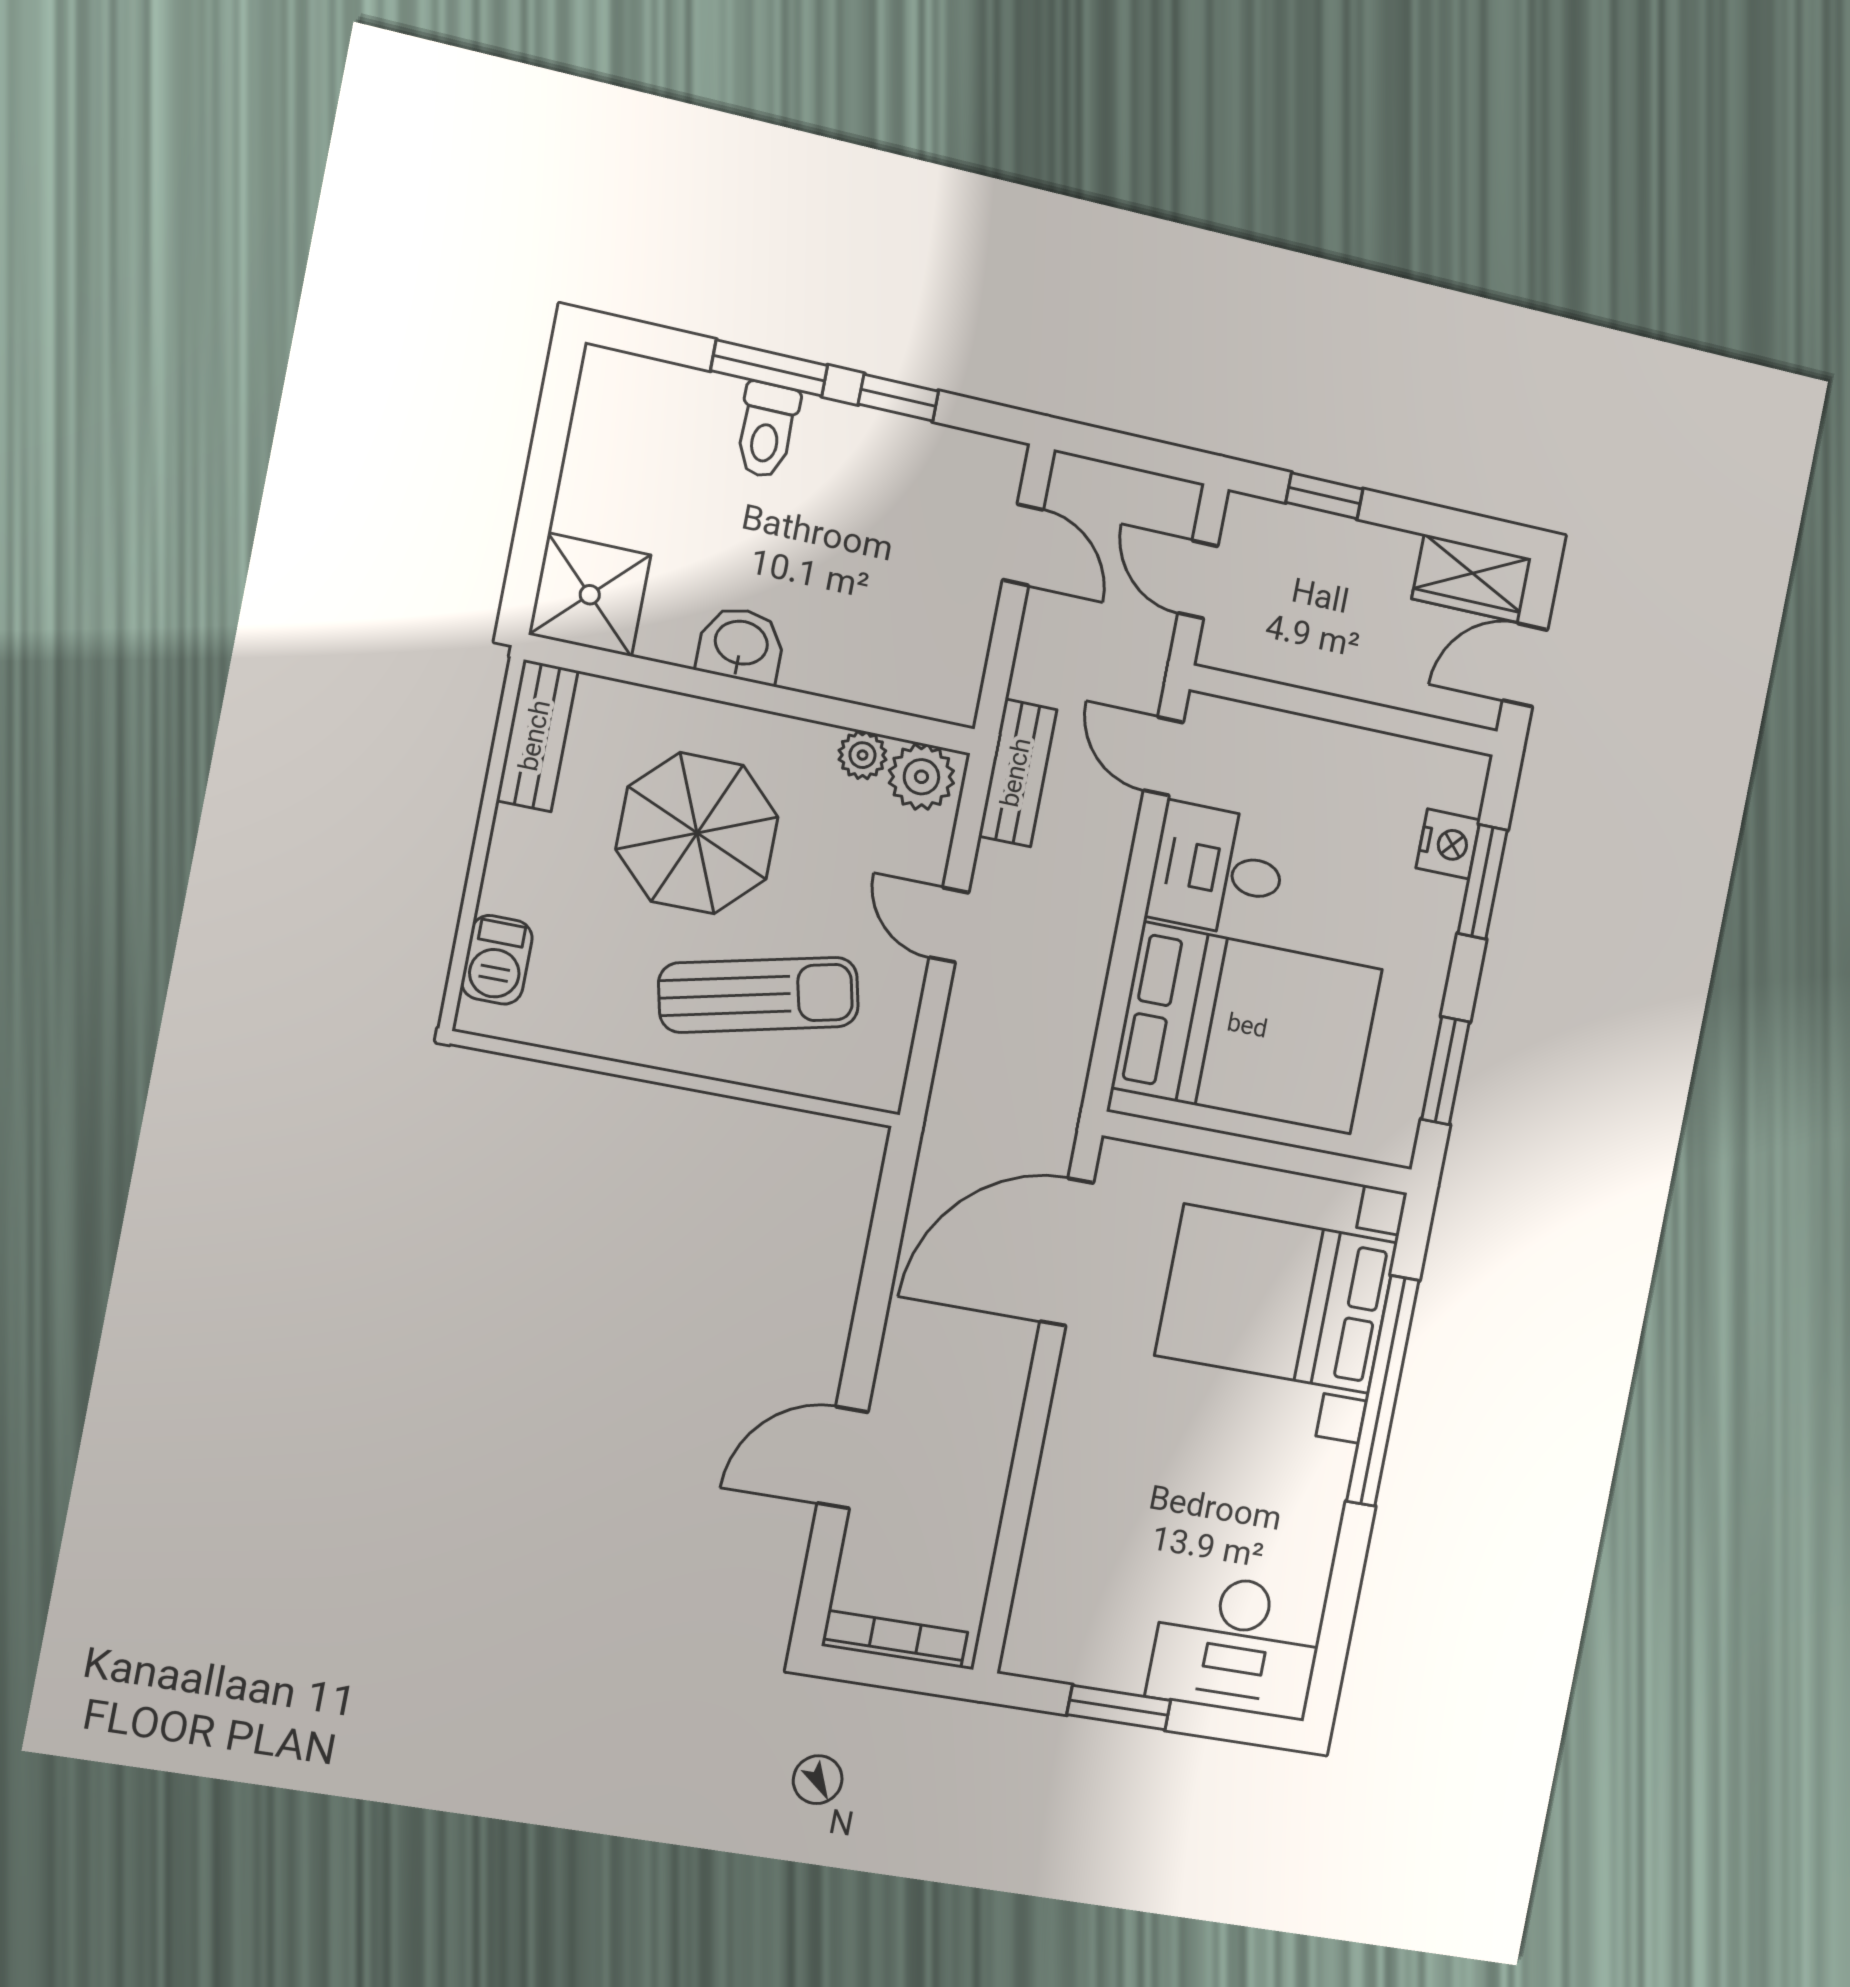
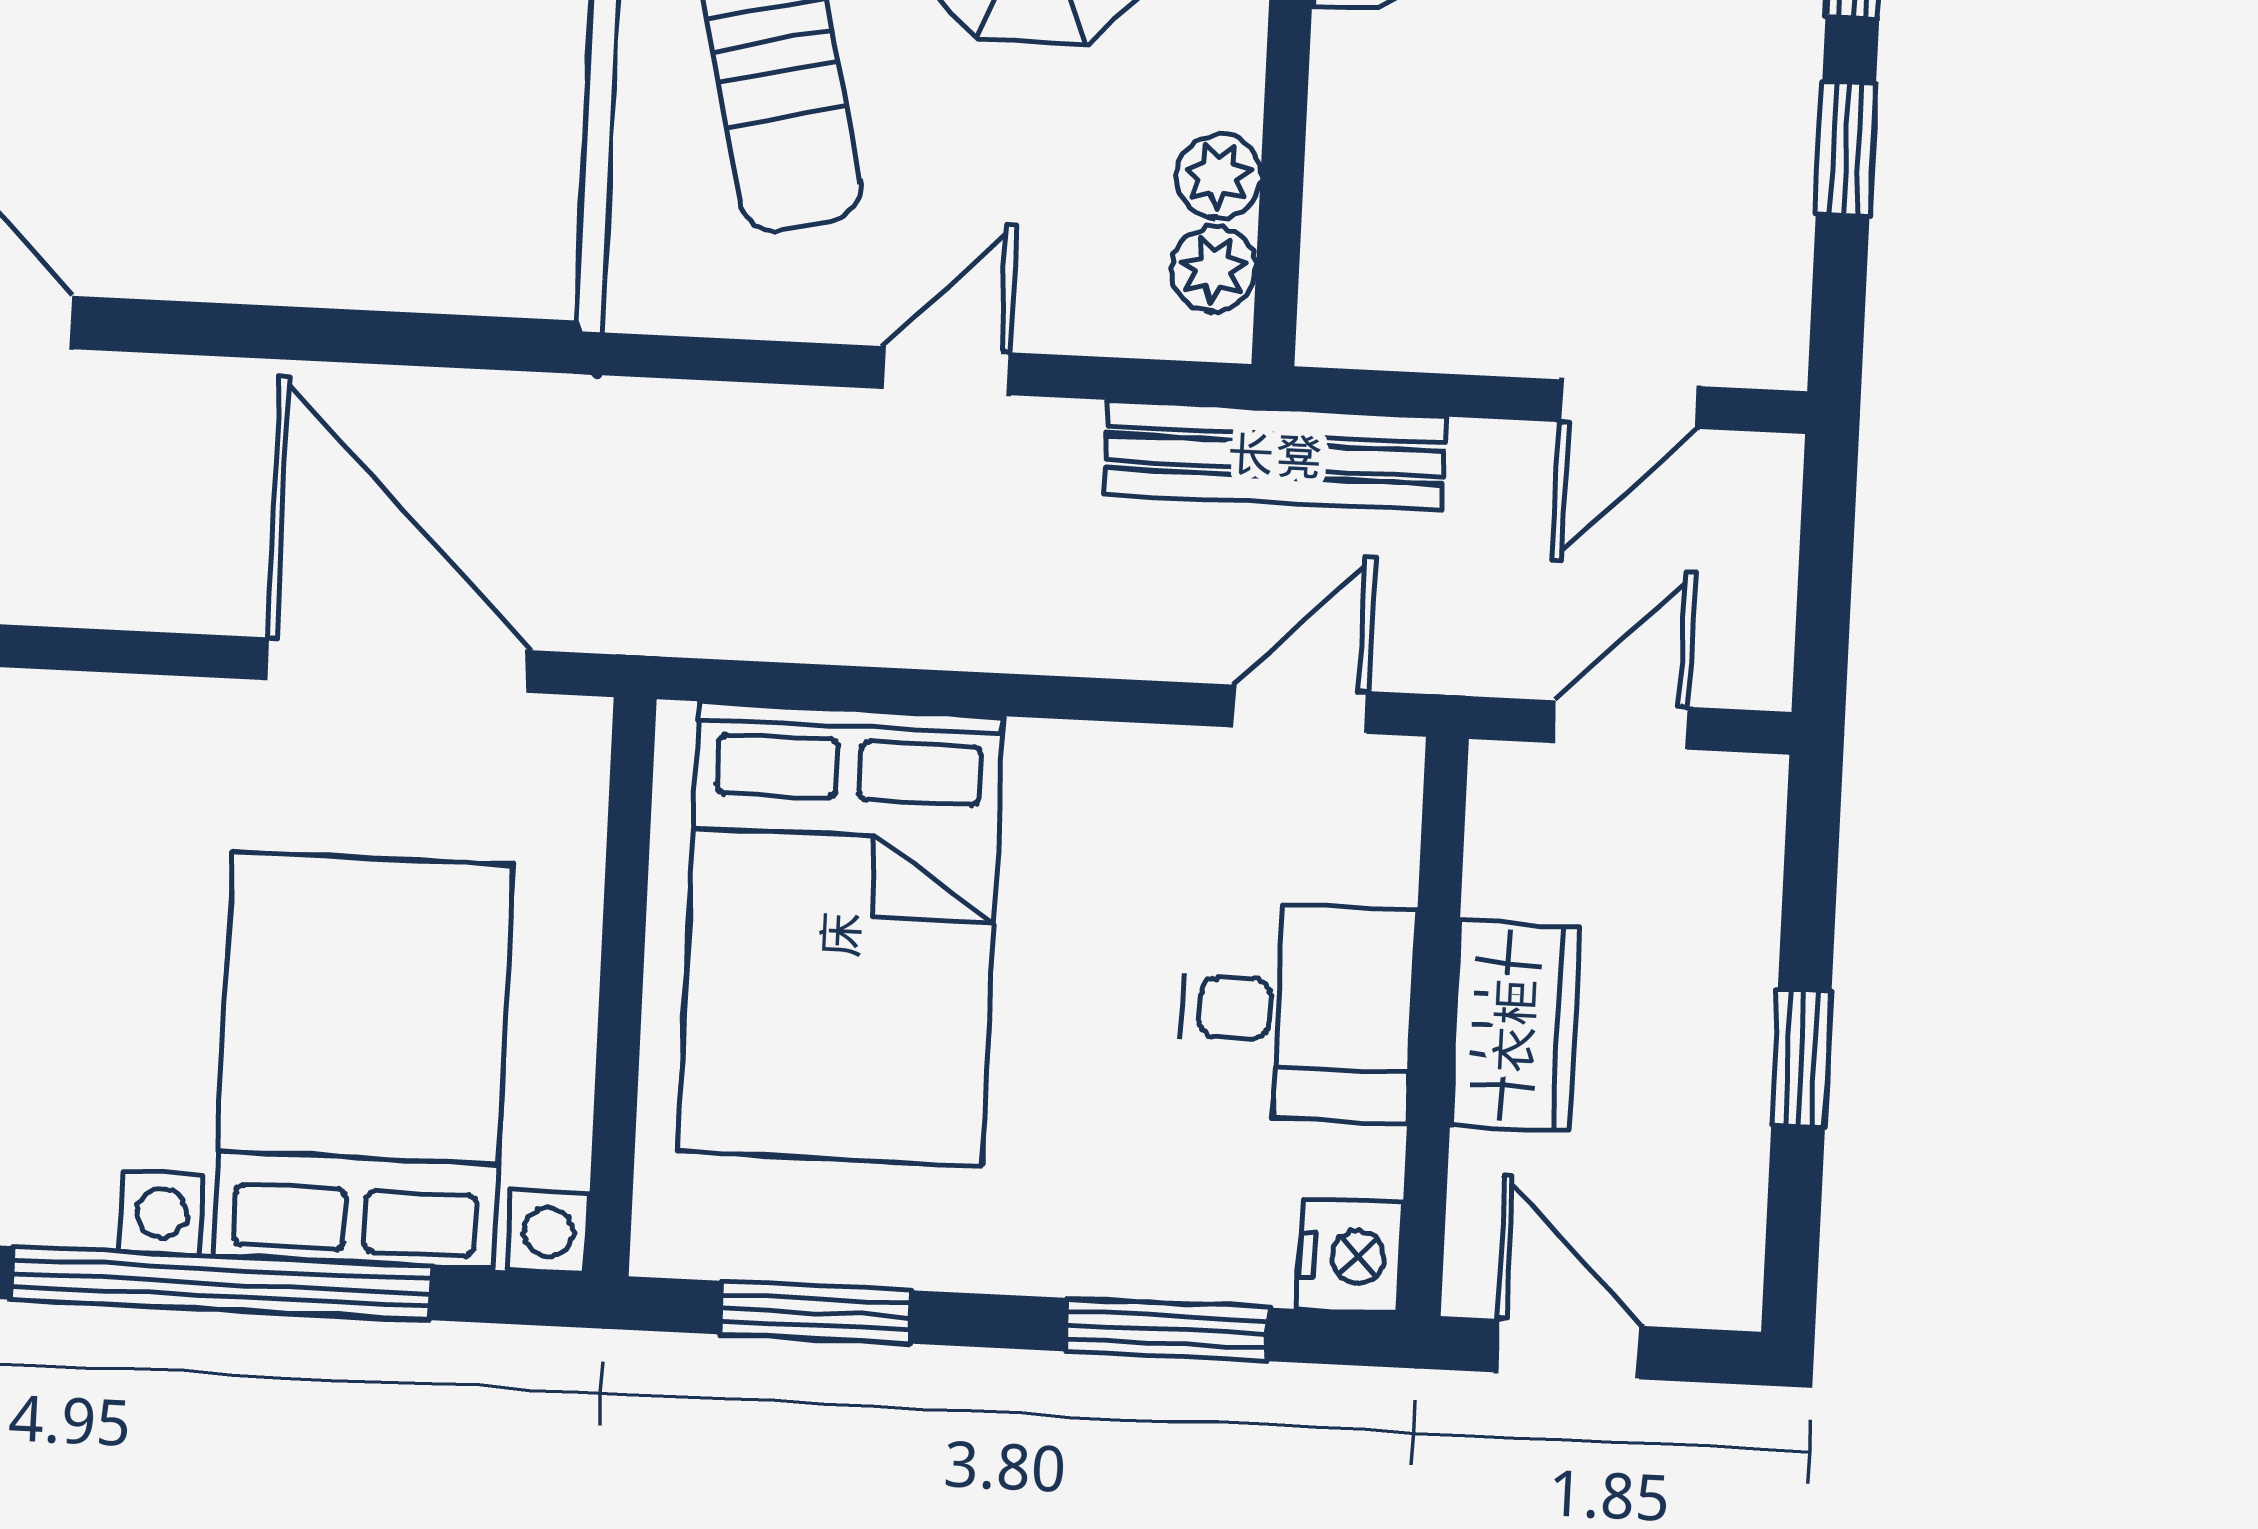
window: (1324, 496) -> (1801, 1058), moved
wardrobe: (1472, 579) -> (1515, 1026), moved, turned 180
bench: (1018, 773) -> (1275, 456), width x1.36
plant: (921, 777) -> (1214, 269), width x0.73, depth x0.73
nightstand: (1448, 844) -> (1350, 1257), moved, turned -90
desk: (1218, 870) -> (1297, 1011), moved, turned 90

